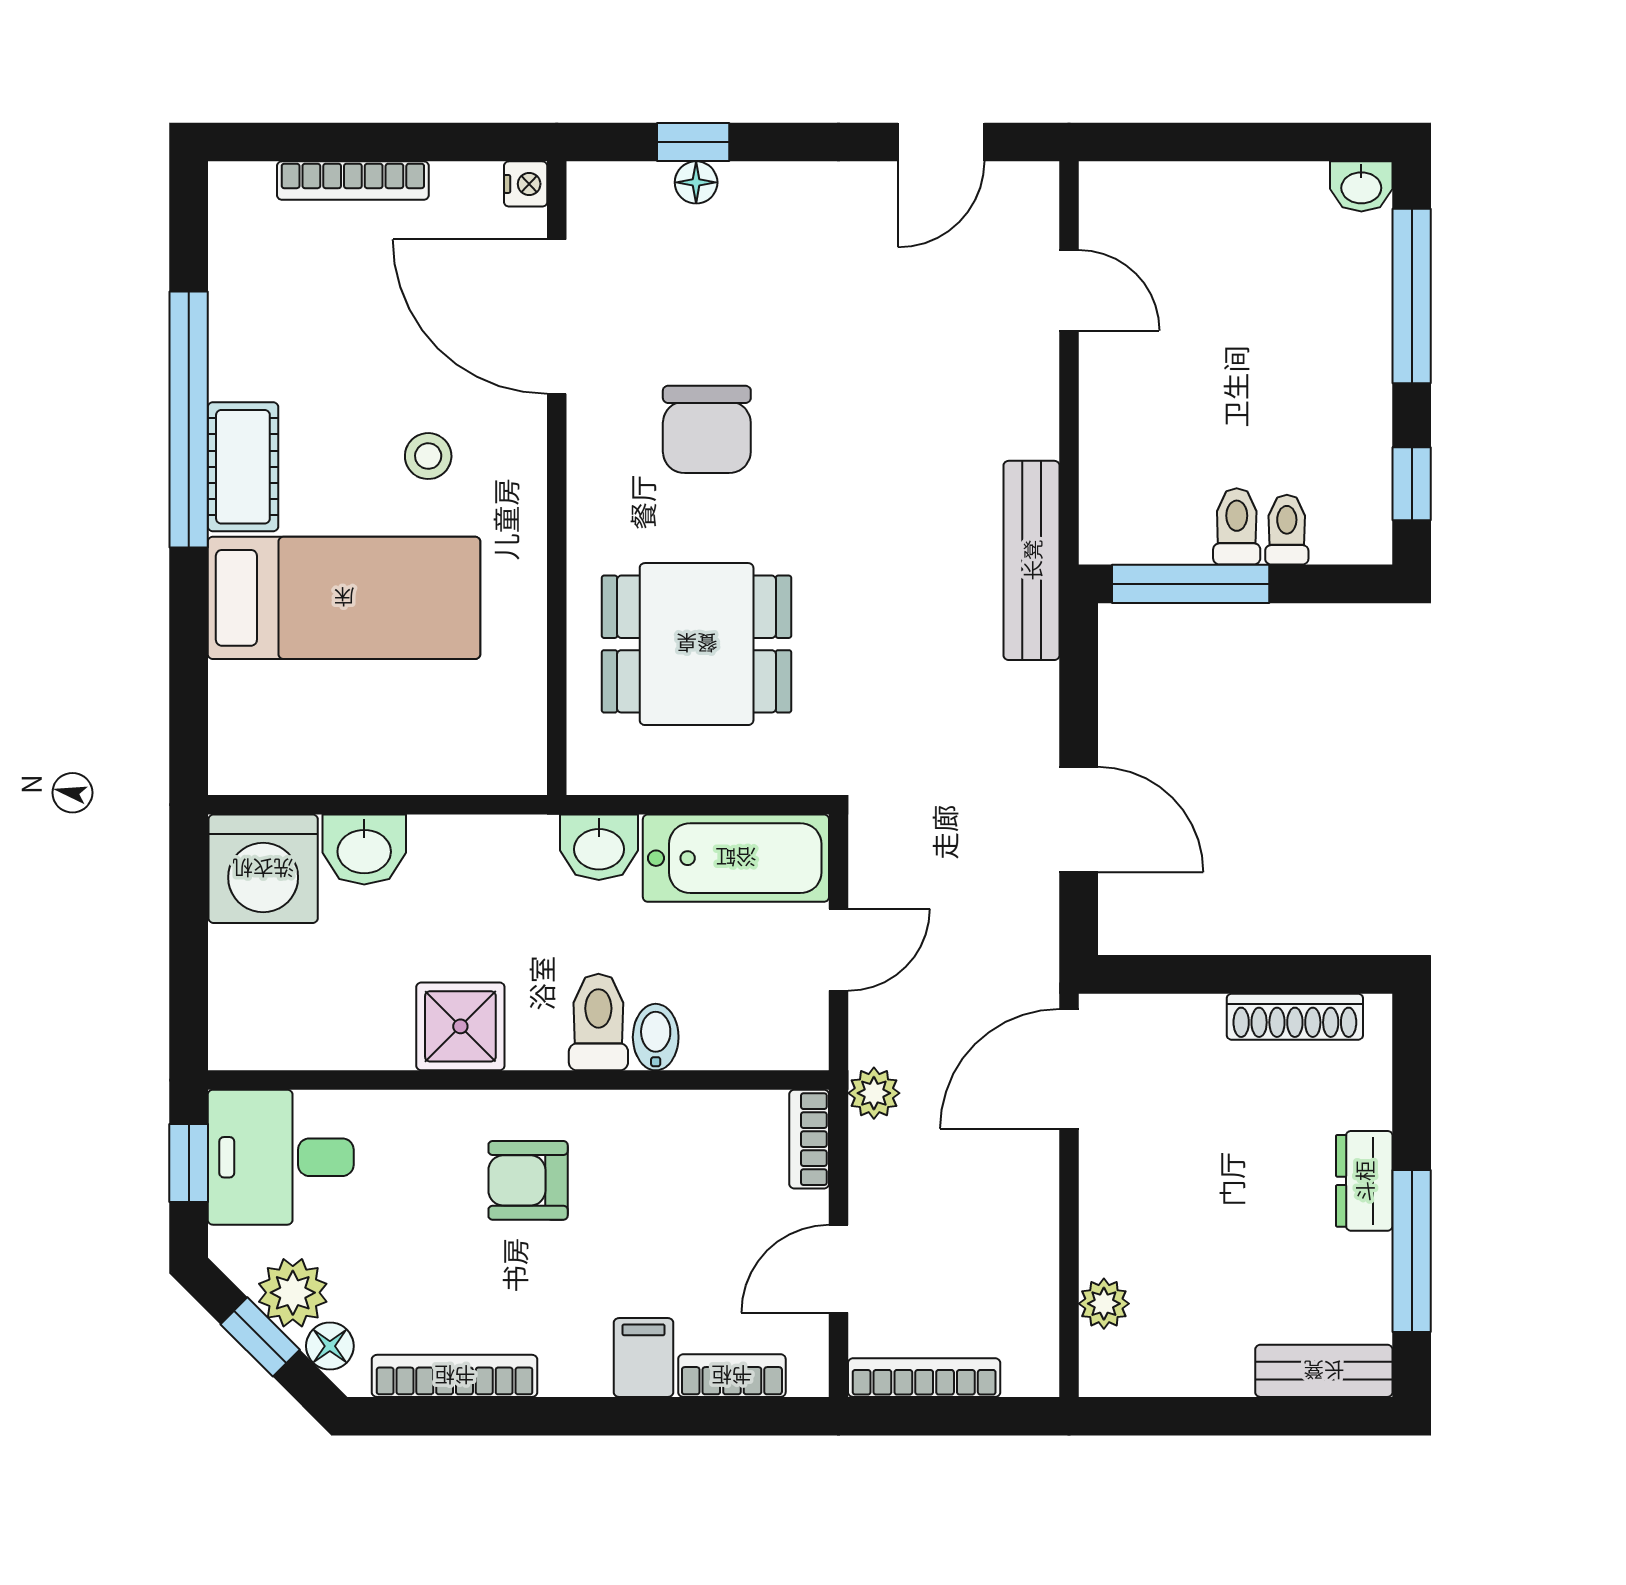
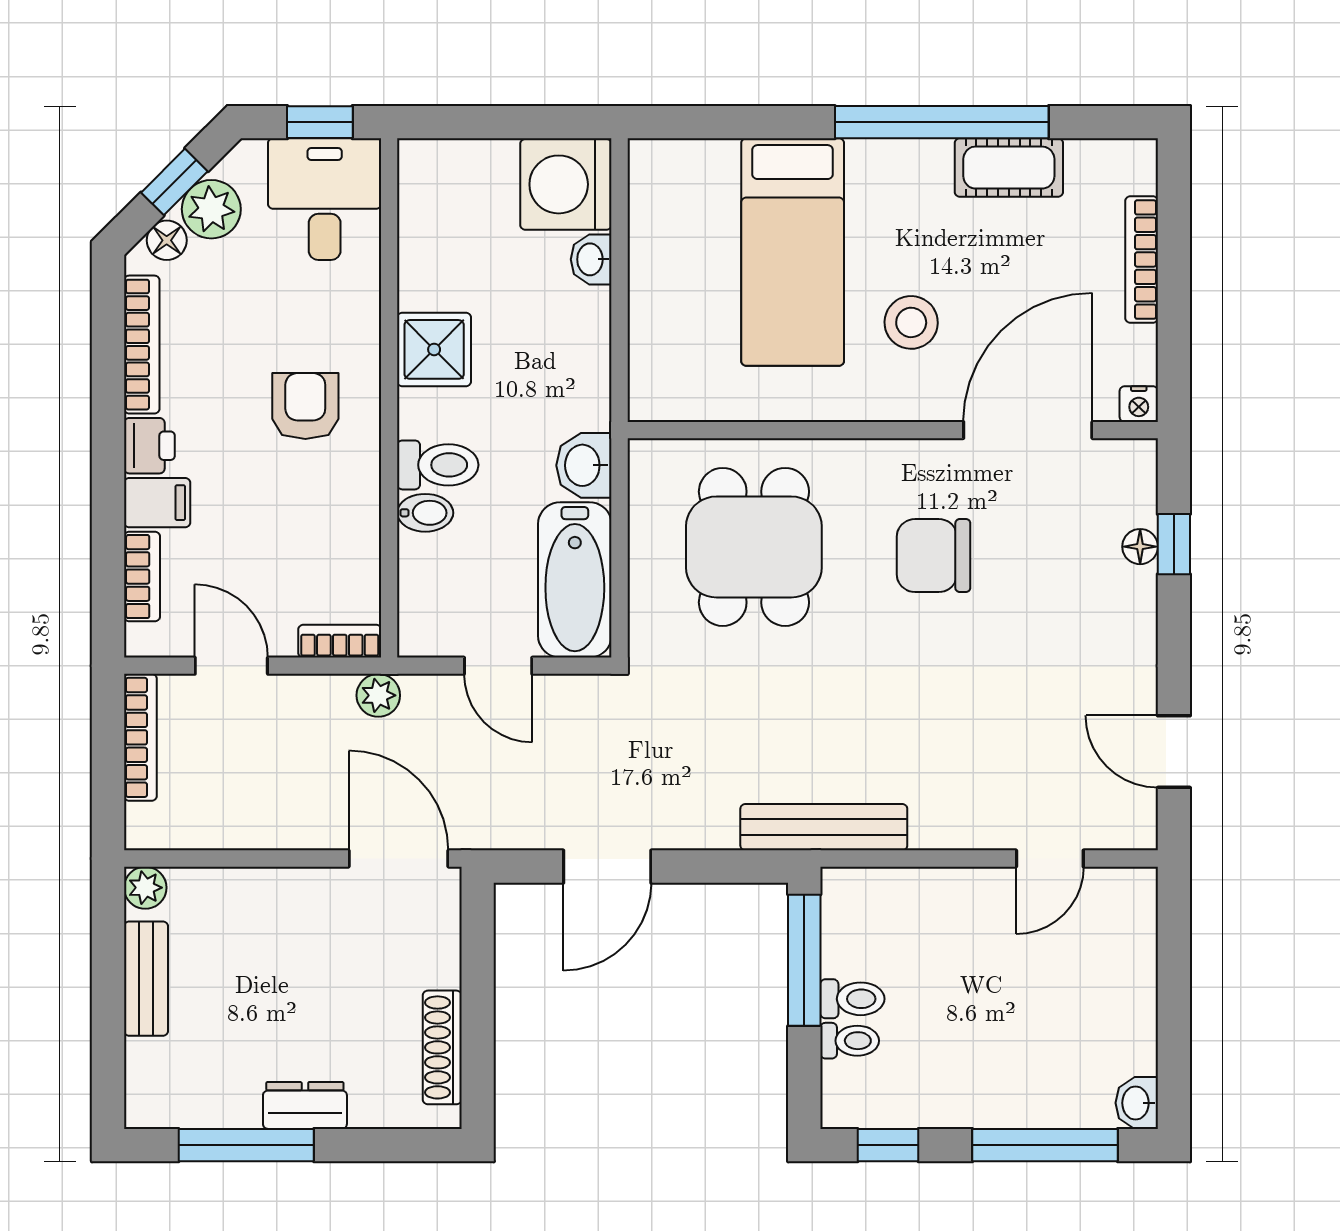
stool: (428, 456) -> (911, 322), width x1.37, depth x1.37
cot: (243, 467) -> (1009, 168), moved
washbasin: (364, 849) -> (591, 259), width x0.72, depth x0.69
plant: (1104, 1304) -> (145, 888), moved
printer: (576, 1367) -> (149, 446), added
bench: (1324, 1371) -> (146, 979), moved

